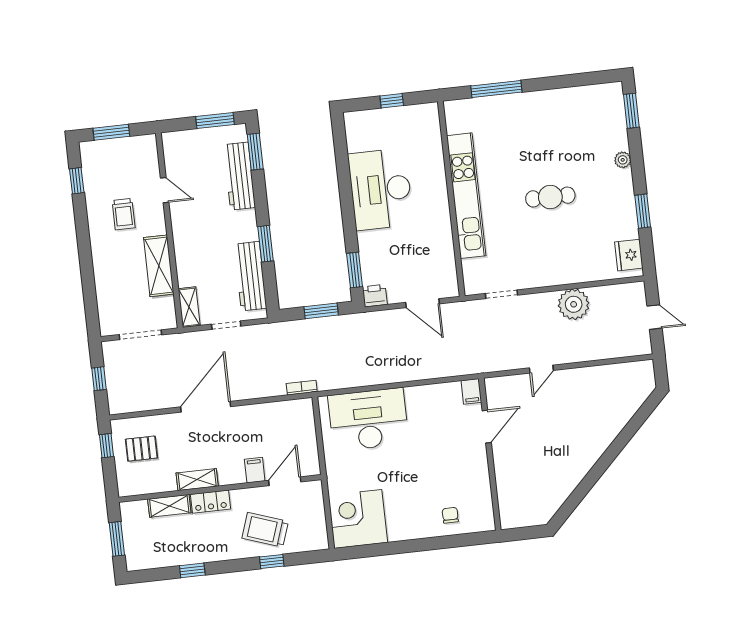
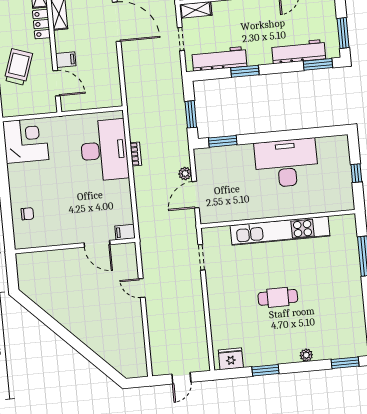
cafe table: (550, 197) -> (278, 297), turned 90
printer: (375, 296) -> (202, 157), removed
plant: (574, 304) -> (185, 173), moved, width x0.53, depth x0.53
bookcase: (302, 388) -> (136, 154), moved

